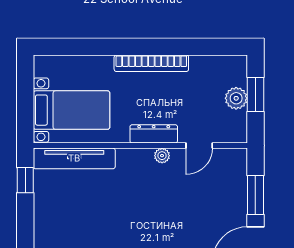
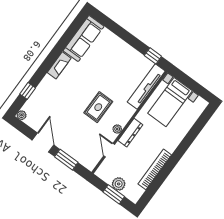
bookcase: (151, 63) -> (155, 169), moved
rug: (151, 204) -> (98, 107), added

